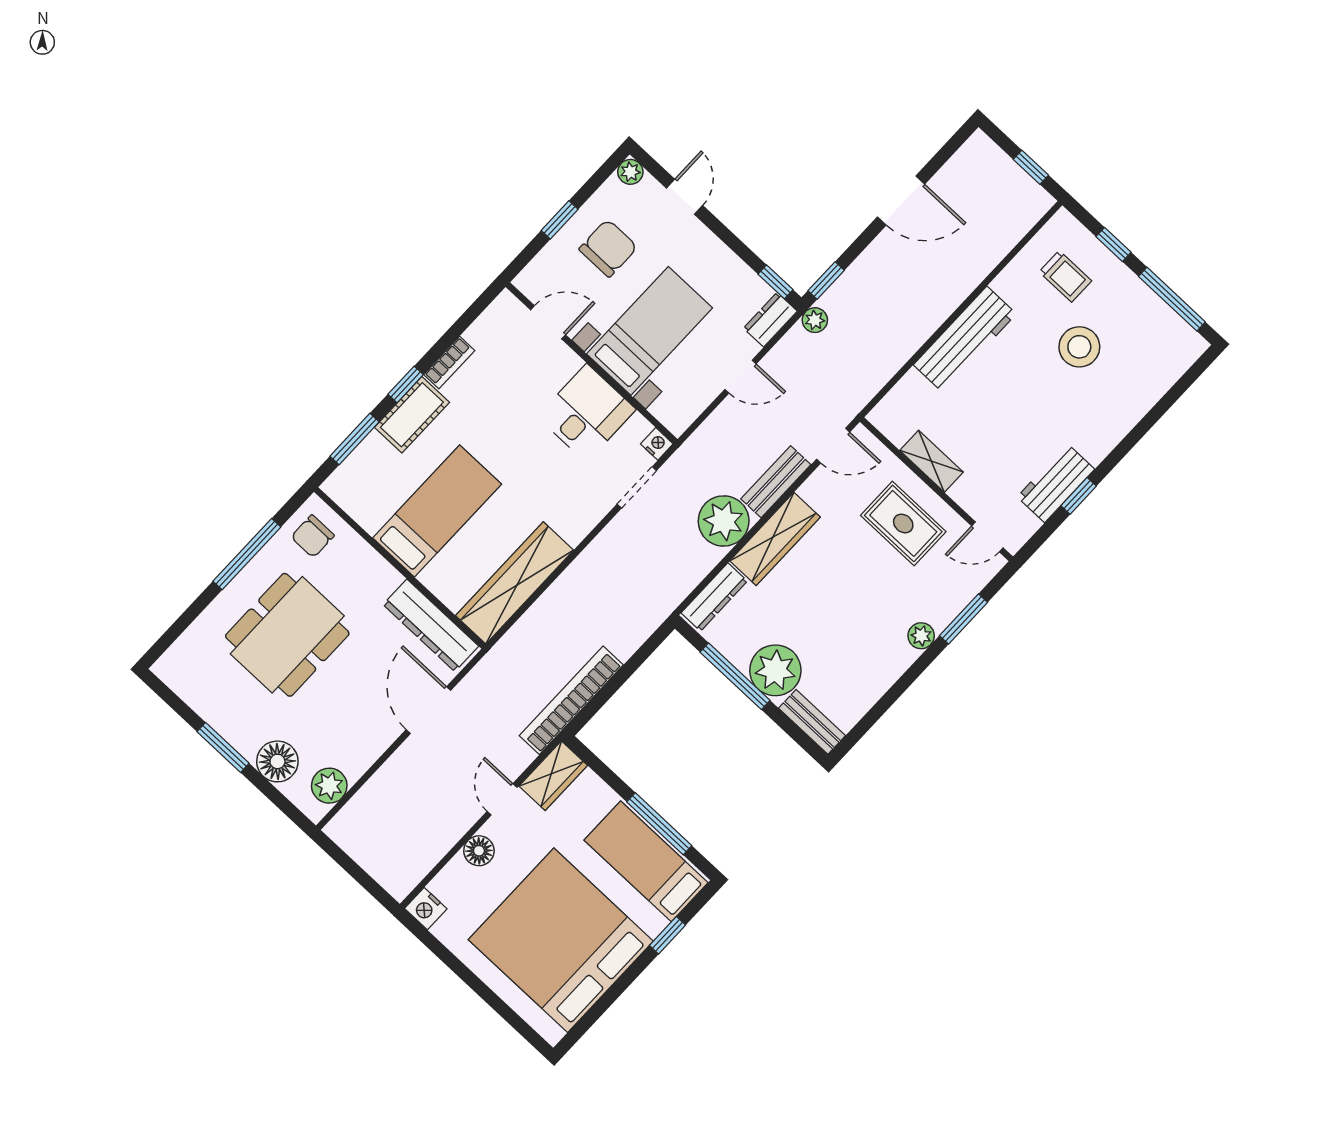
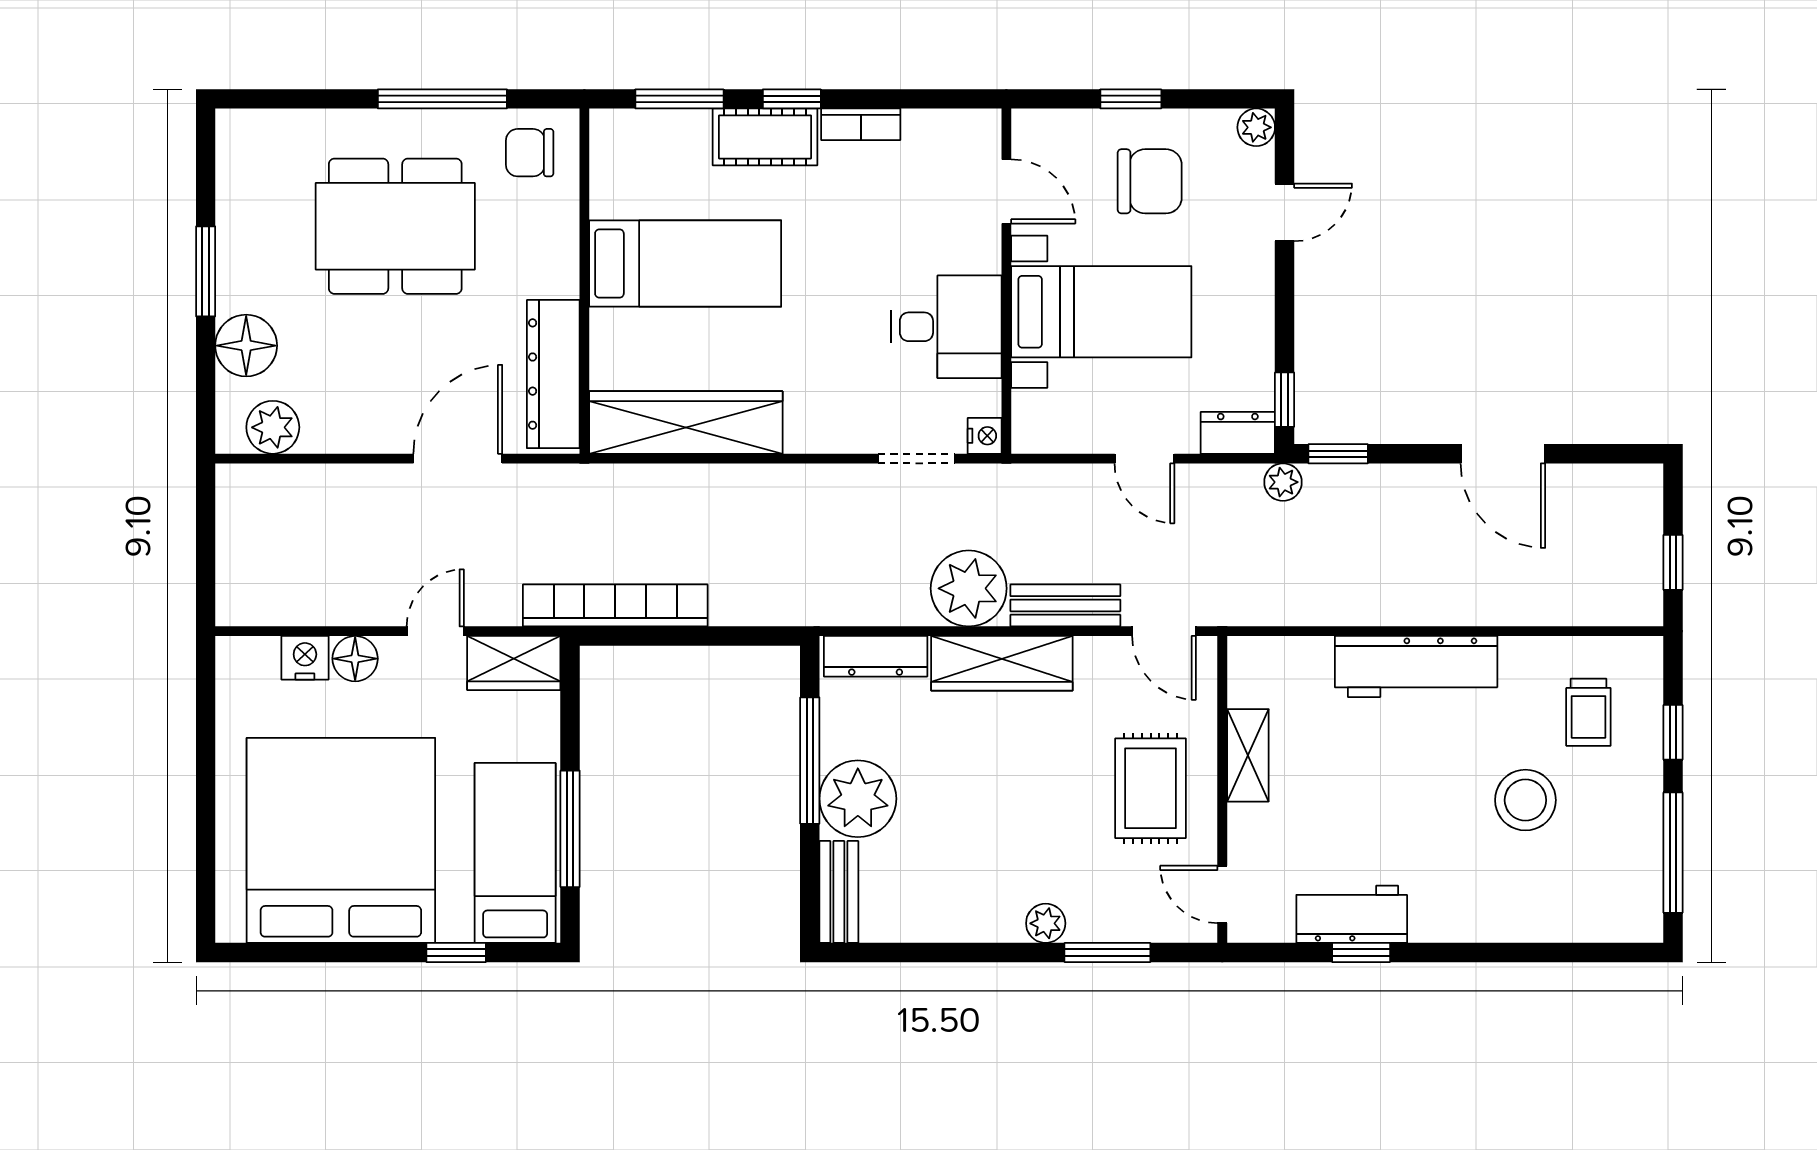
nightstand: (426, 909) -> (305, 658), moved, turned 90

